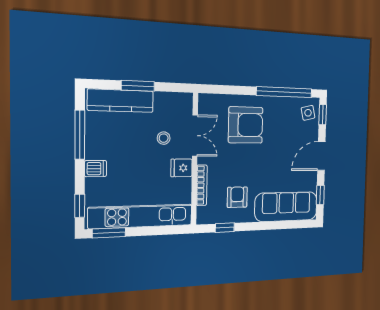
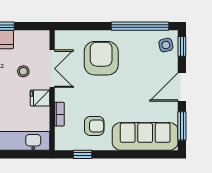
armchair: (246, 125) -> (101, 58), turned -90
bookcase: (202, 185) -> (59, 114), width x0.64
window: (320, 195) -> (182, 126), width x1.50
armchair: (237, 197) -> (94, 126), turned 90

